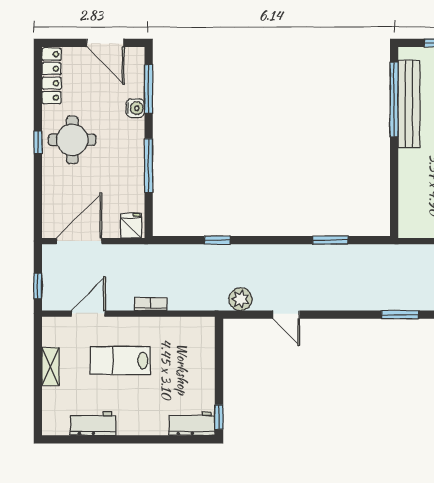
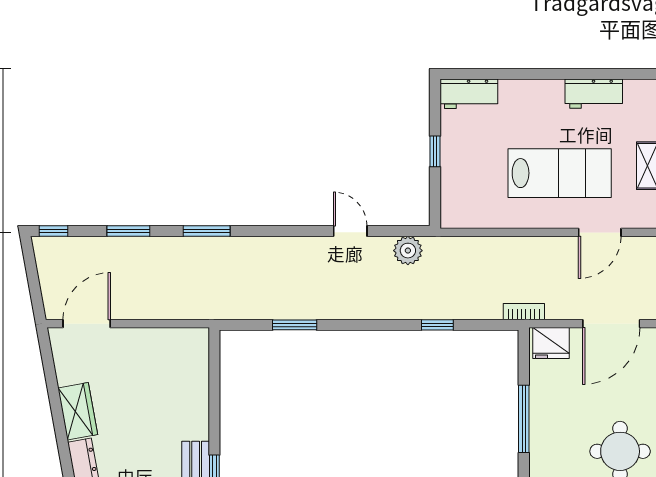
fridge: (131, 226) -> (551, 343), width x1.38
bookcase: (151, 304) -> (524, 312), moved, turned 180
lab bench: (120, 361) -> (560, 173), width x1.36, depth x1.39
window: (219, 417) -> (435, 151), moved

